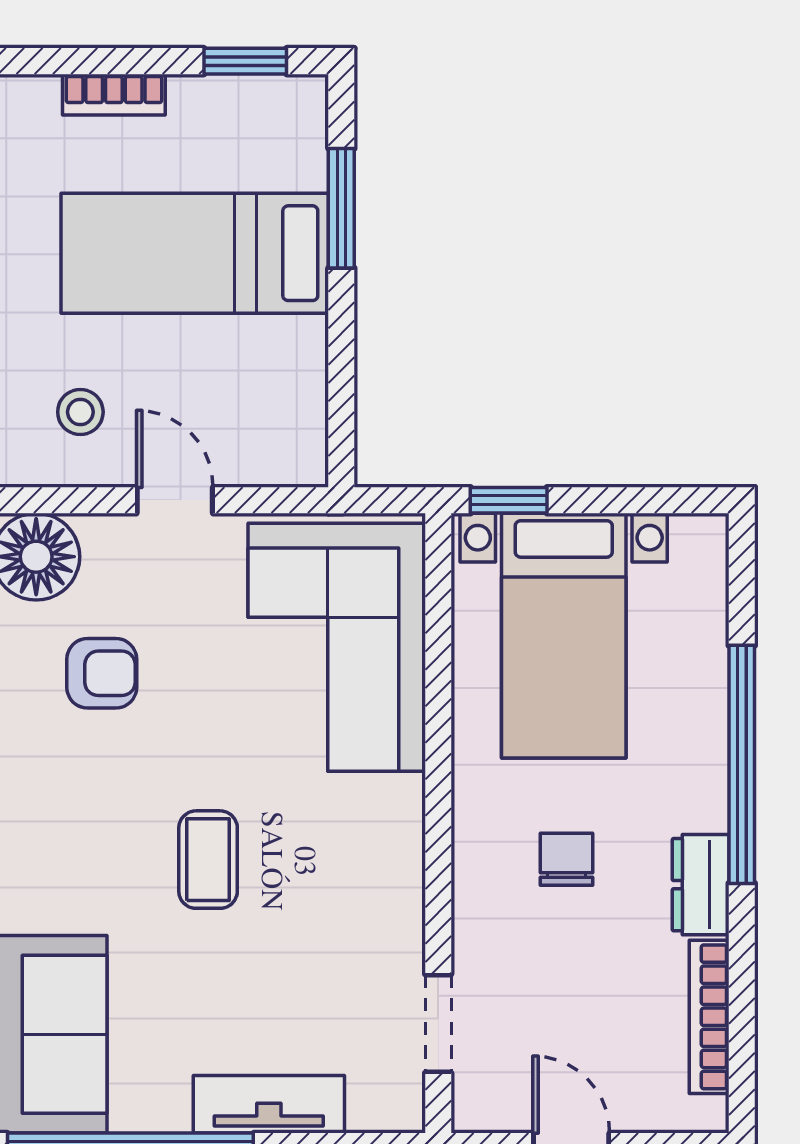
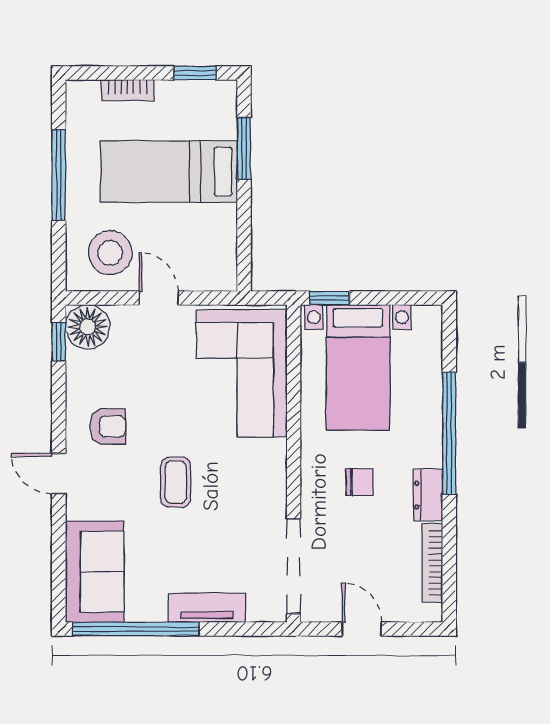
stool: (80, 412) -> (110, 253), width x1.89, depth x1.89
armchair: (102, 673) -> (108, 426), moved
chair: (566, 859) -> (359, 482), turned 90
doorway: (438, 1023) -> (294, 566), width x1.87

